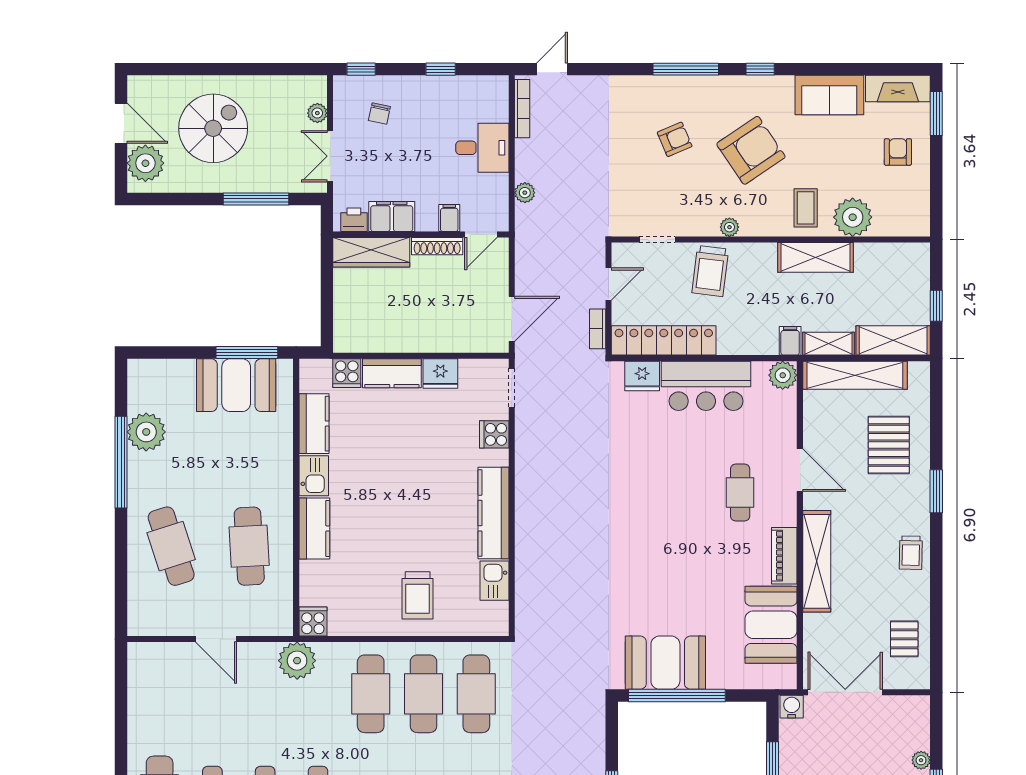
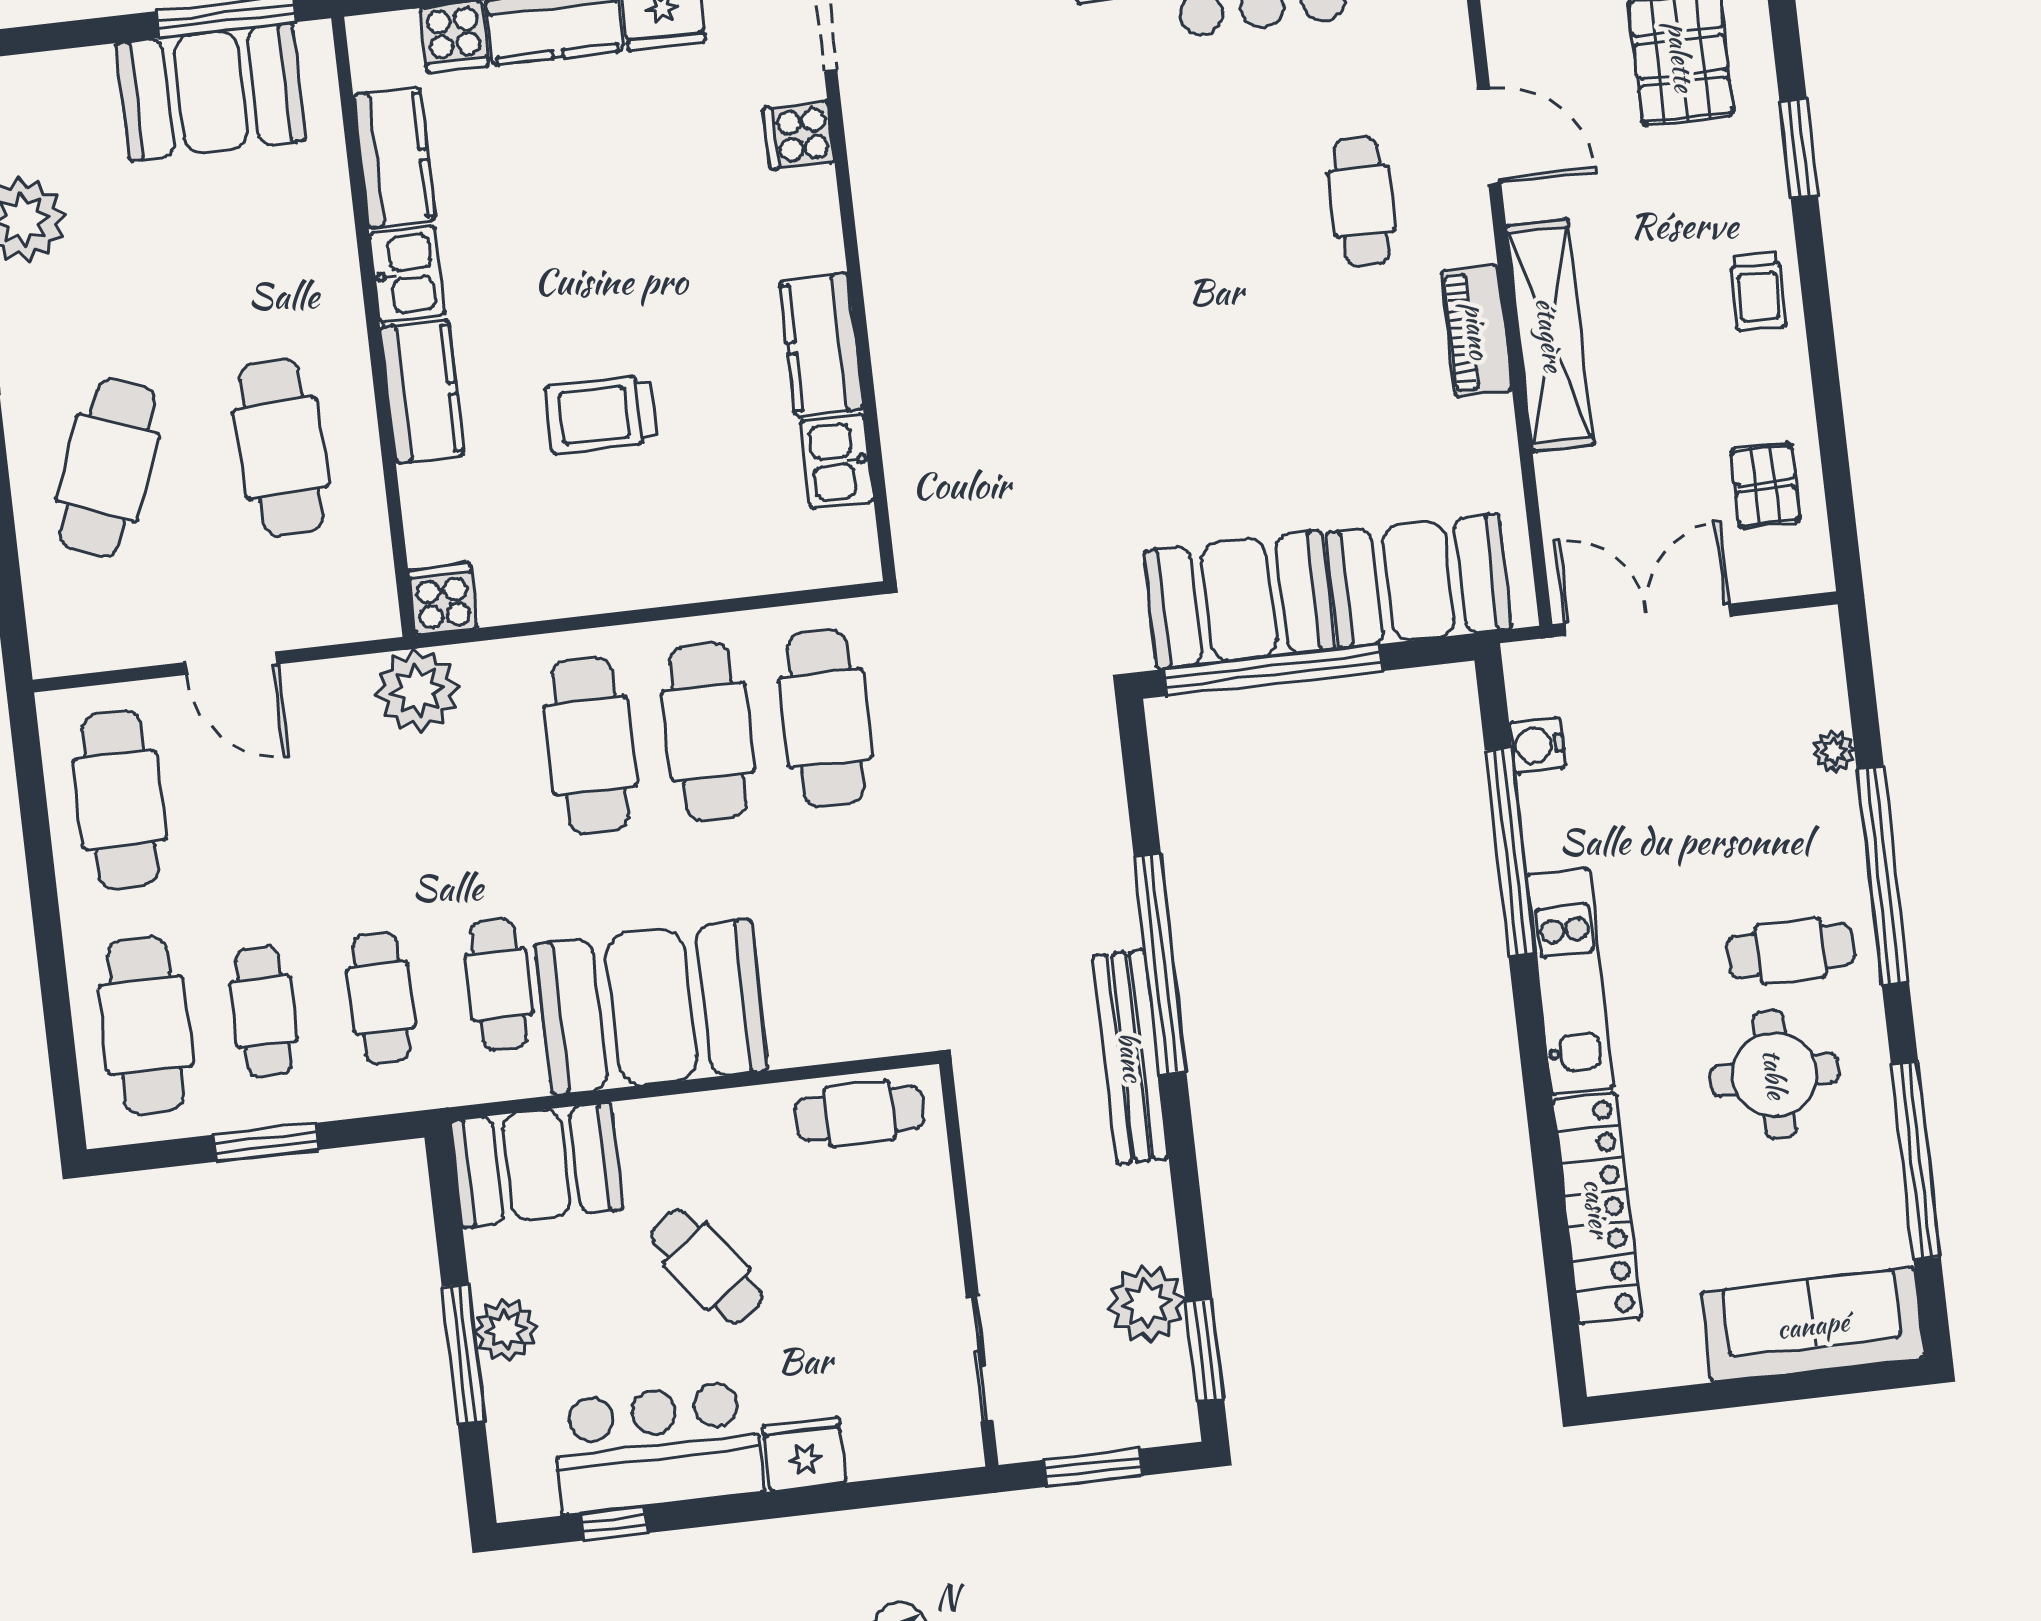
kitchen counter: (493, 513) -> (821, 345), width x0.67
cafe table: (171, 546) -> (107, 468), turned 39
trolley: (418, 595) -> (601, 414), moved, turned 90
booth: (771, 625) -> (1419, 581), moved, turned 90
cafe table: (160, 694) -> (120, 800), added
water cooler: (792, 707) -> (1537, 745), moved, turned -90

